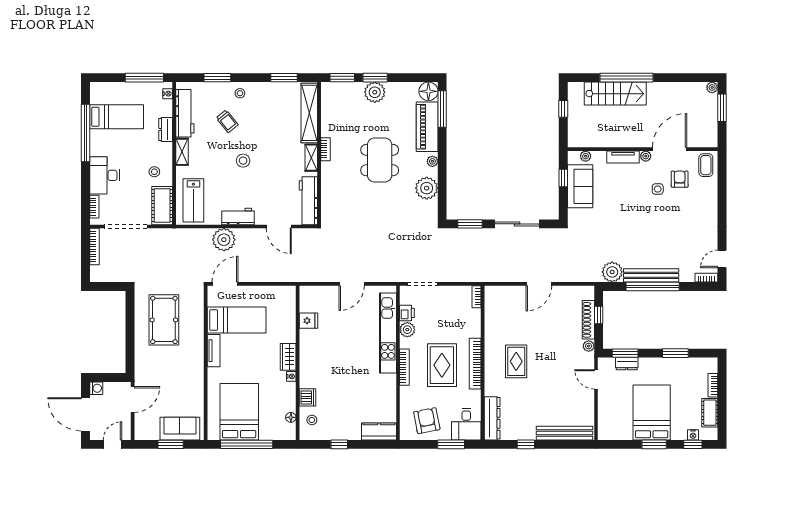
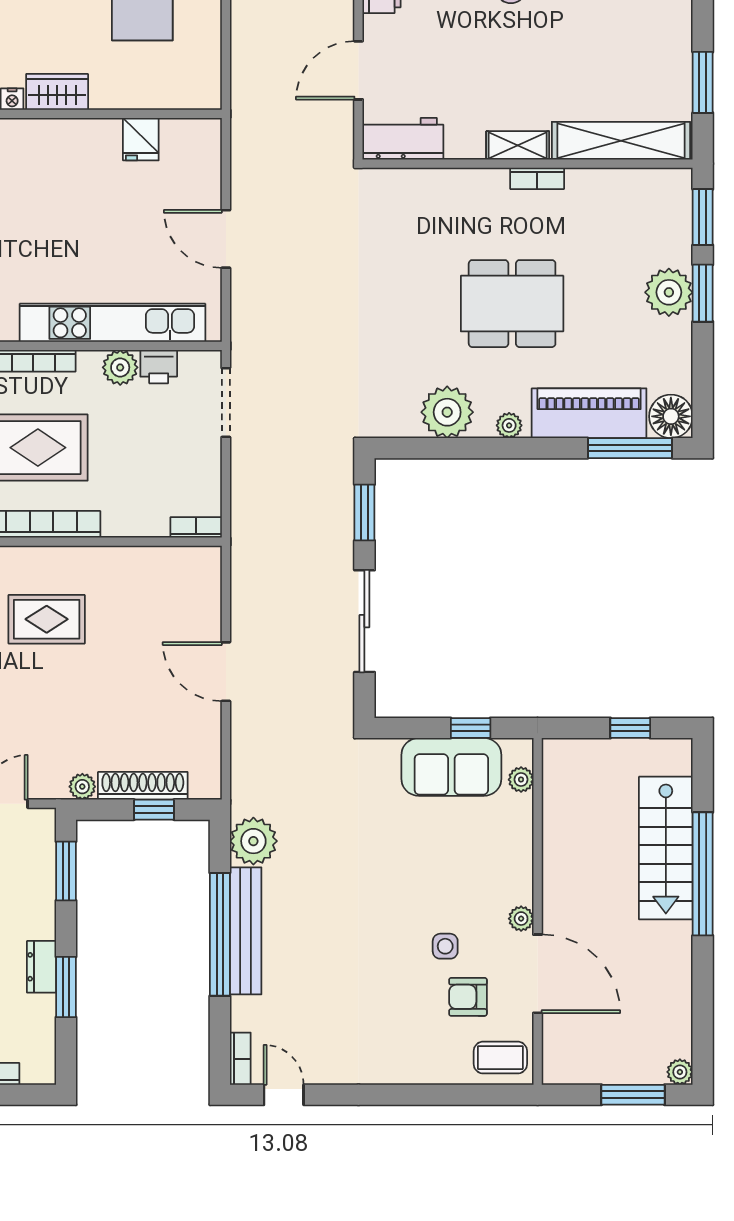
tv unit: (623, 157) -> (519, 866), removed
armchair: (680, 179) -> (468, 997), turned 180
workbench: (308, 201) -> (403, 139), width x0.73
dresser: (627, 364) -> (41, 967), moved

